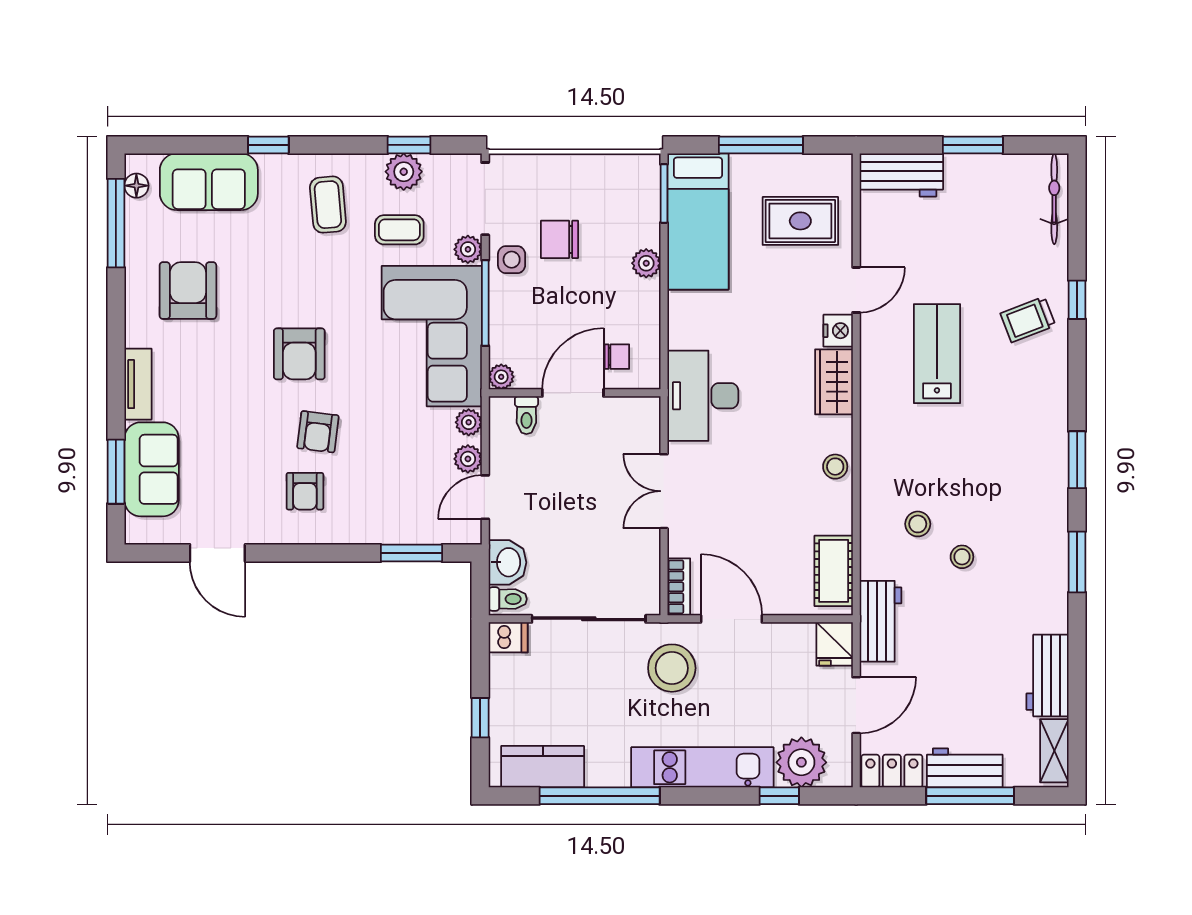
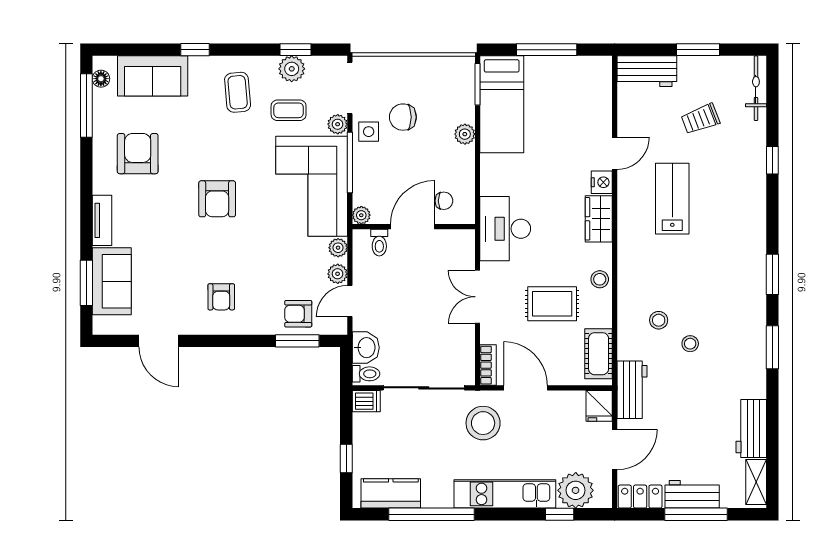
rug: (800, 221) -> (552, 304), moved
trolley: (1028, 319) -> (700, 119), moved
armchair: (318, 432) -> (298, 314), moved, turned 83

